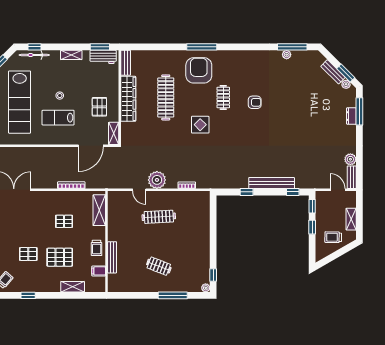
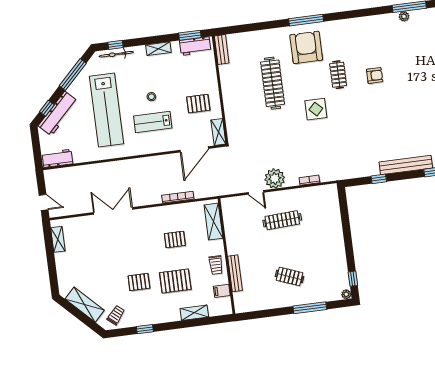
wardrobe: (128, 99) -> (230, 90), removed
pallet: (99, 107) -> (198, 104), turned 90

